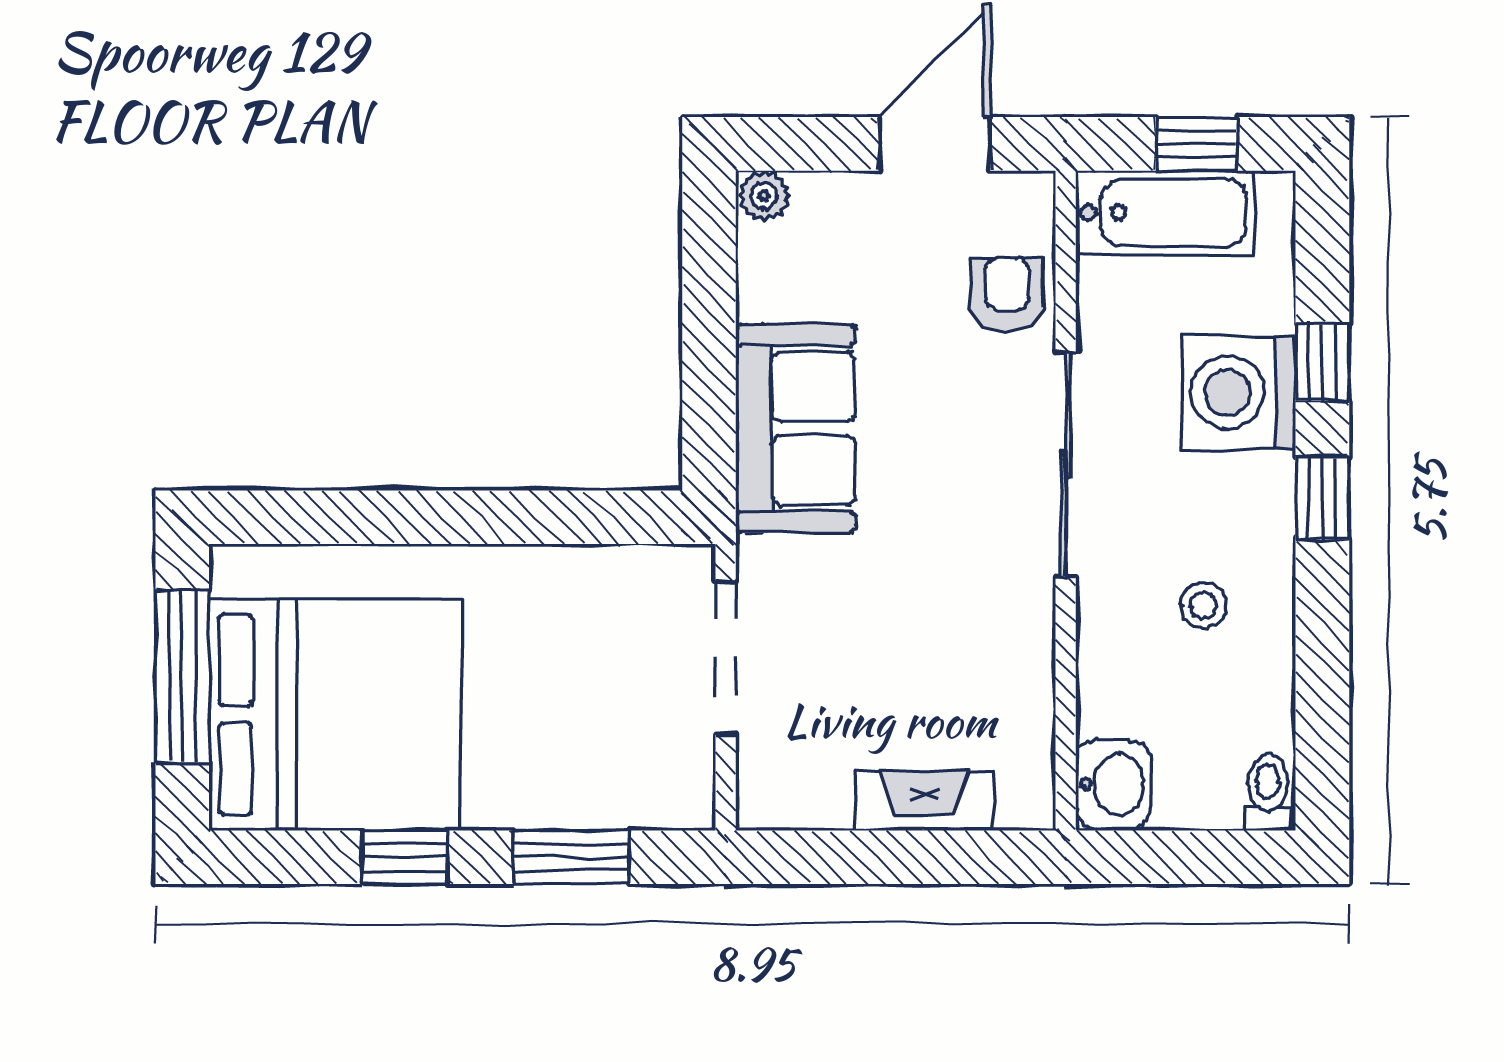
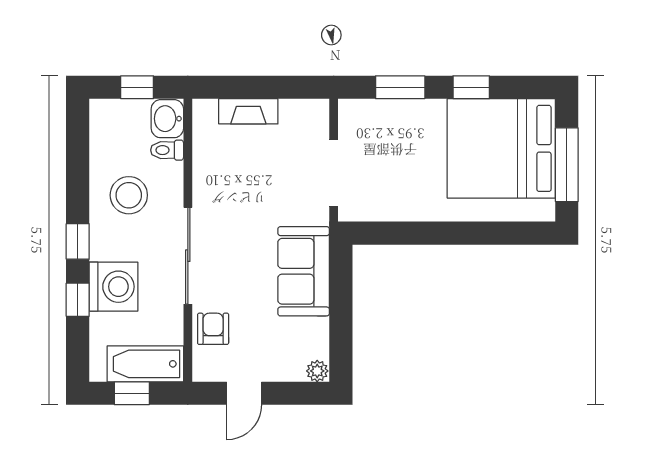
door: (934, 144) -> (244, 393), width x0.73
armchair: (1007, 294) -> (213, 329), turned 180
stool: (1203, 606) -> (129, 195), width x1.89, depth x1.89
toilet: (1268, 792) -> (167, 150), moved, turned 90
window: (1184, 857) -> (137, 87), added

